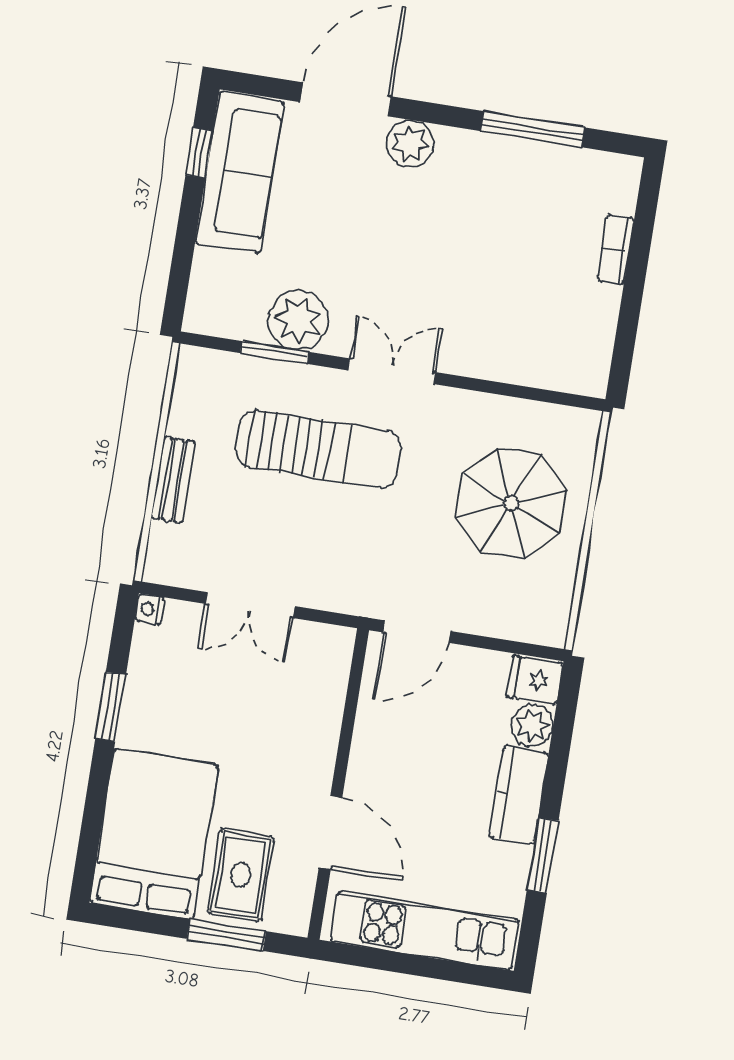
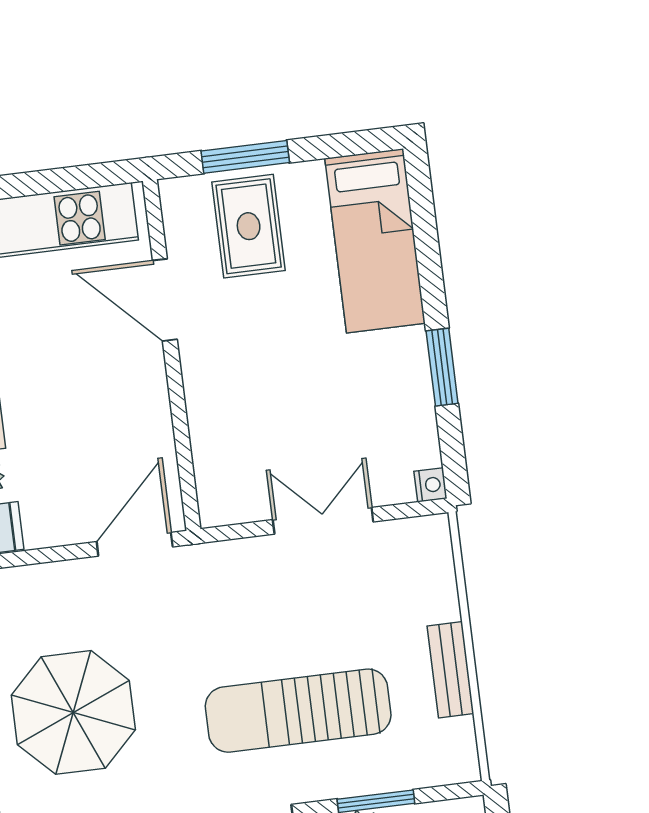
bench: (173, 480) -> (450, 670), moved
bed: (154, 834) -> (375, 241), width x0.67

